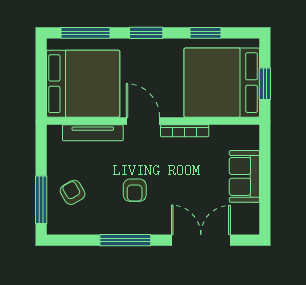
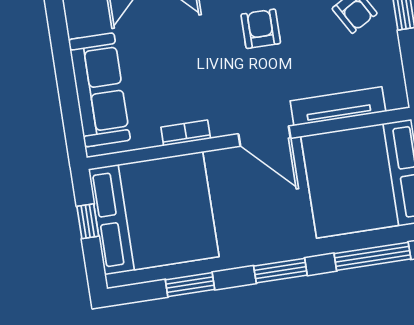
window: (265, 84) -> (88, 221), width x0.67
bookcase: (185, 131) -> (186, 133), width x0.64
sofa: (244, 176) -> (99, 90), width x1.36

